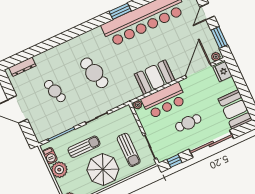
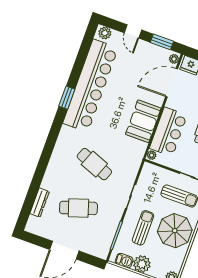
dresser: (22, 67) -> (40, 203), moved
door: (199, 71) -> (172, 83), hinge flipped
cafe table: (94, 73) -> (94, 164), turned 36
cafe table: (55, 91) -> (78, 208), width x1.37, depth x1.35

